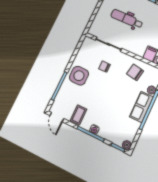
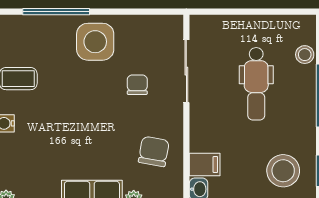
dental chair: (127, 19) -> (256, 84), turned 180

